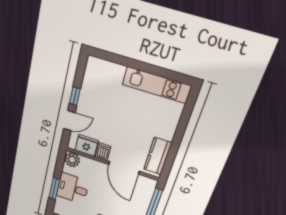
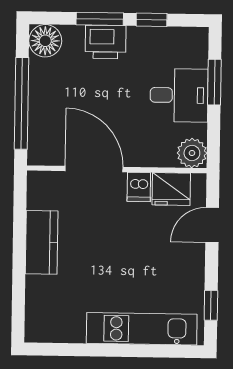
kitchen unit: (157, 85) -> (142, 329), moved
window: (75, 96) -> (211, 305), moved
kitchen counter: (158, 156) -> (42, 242), moved

